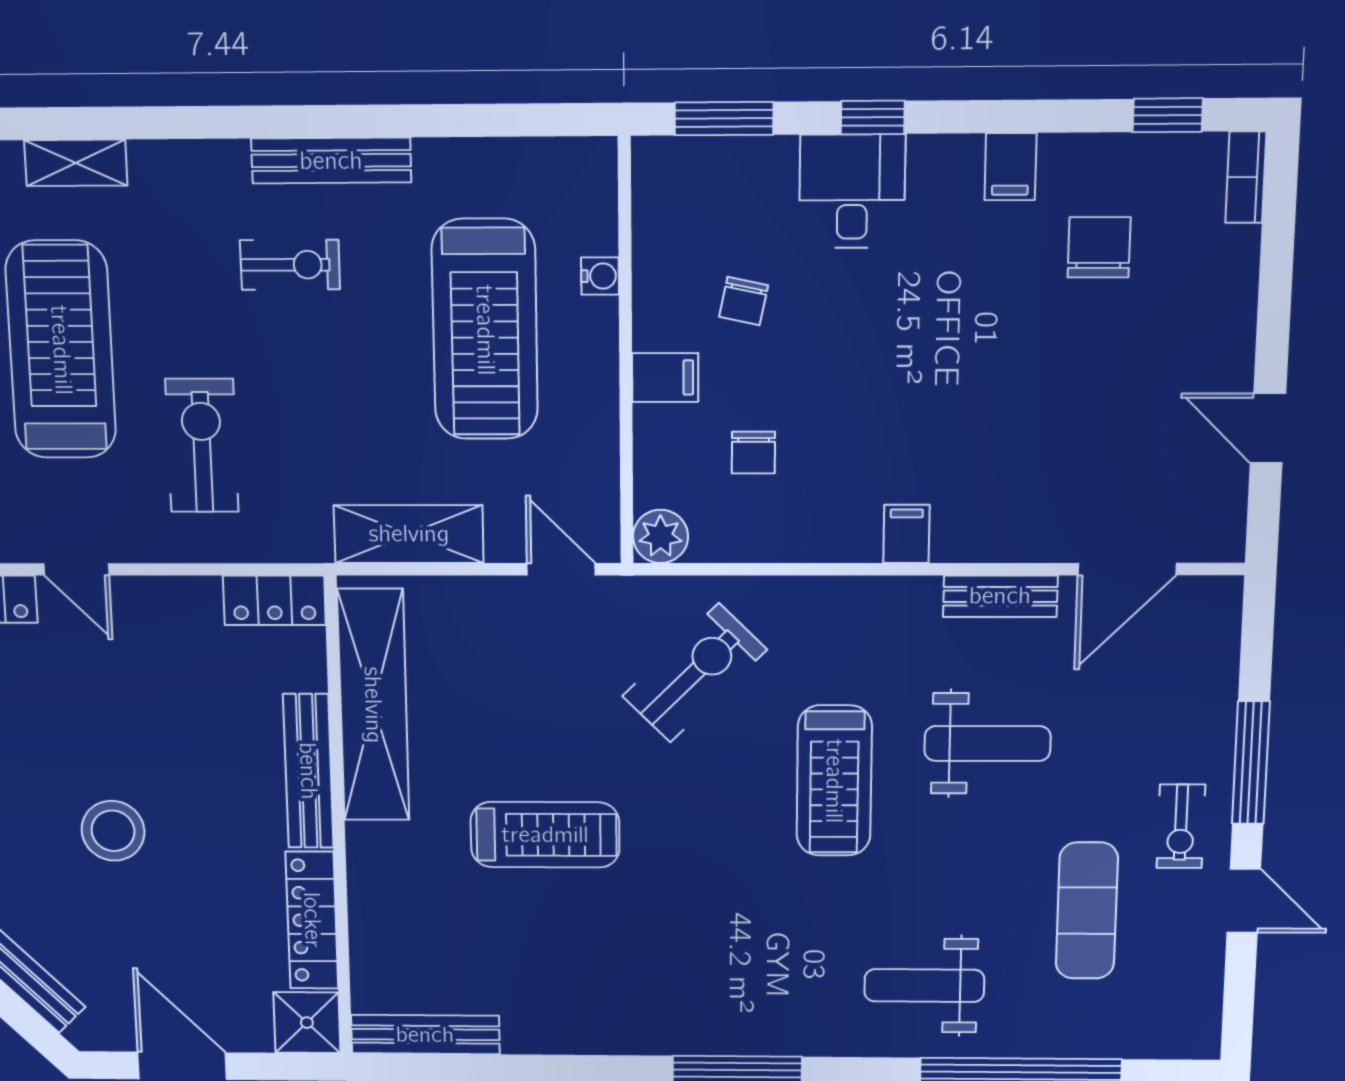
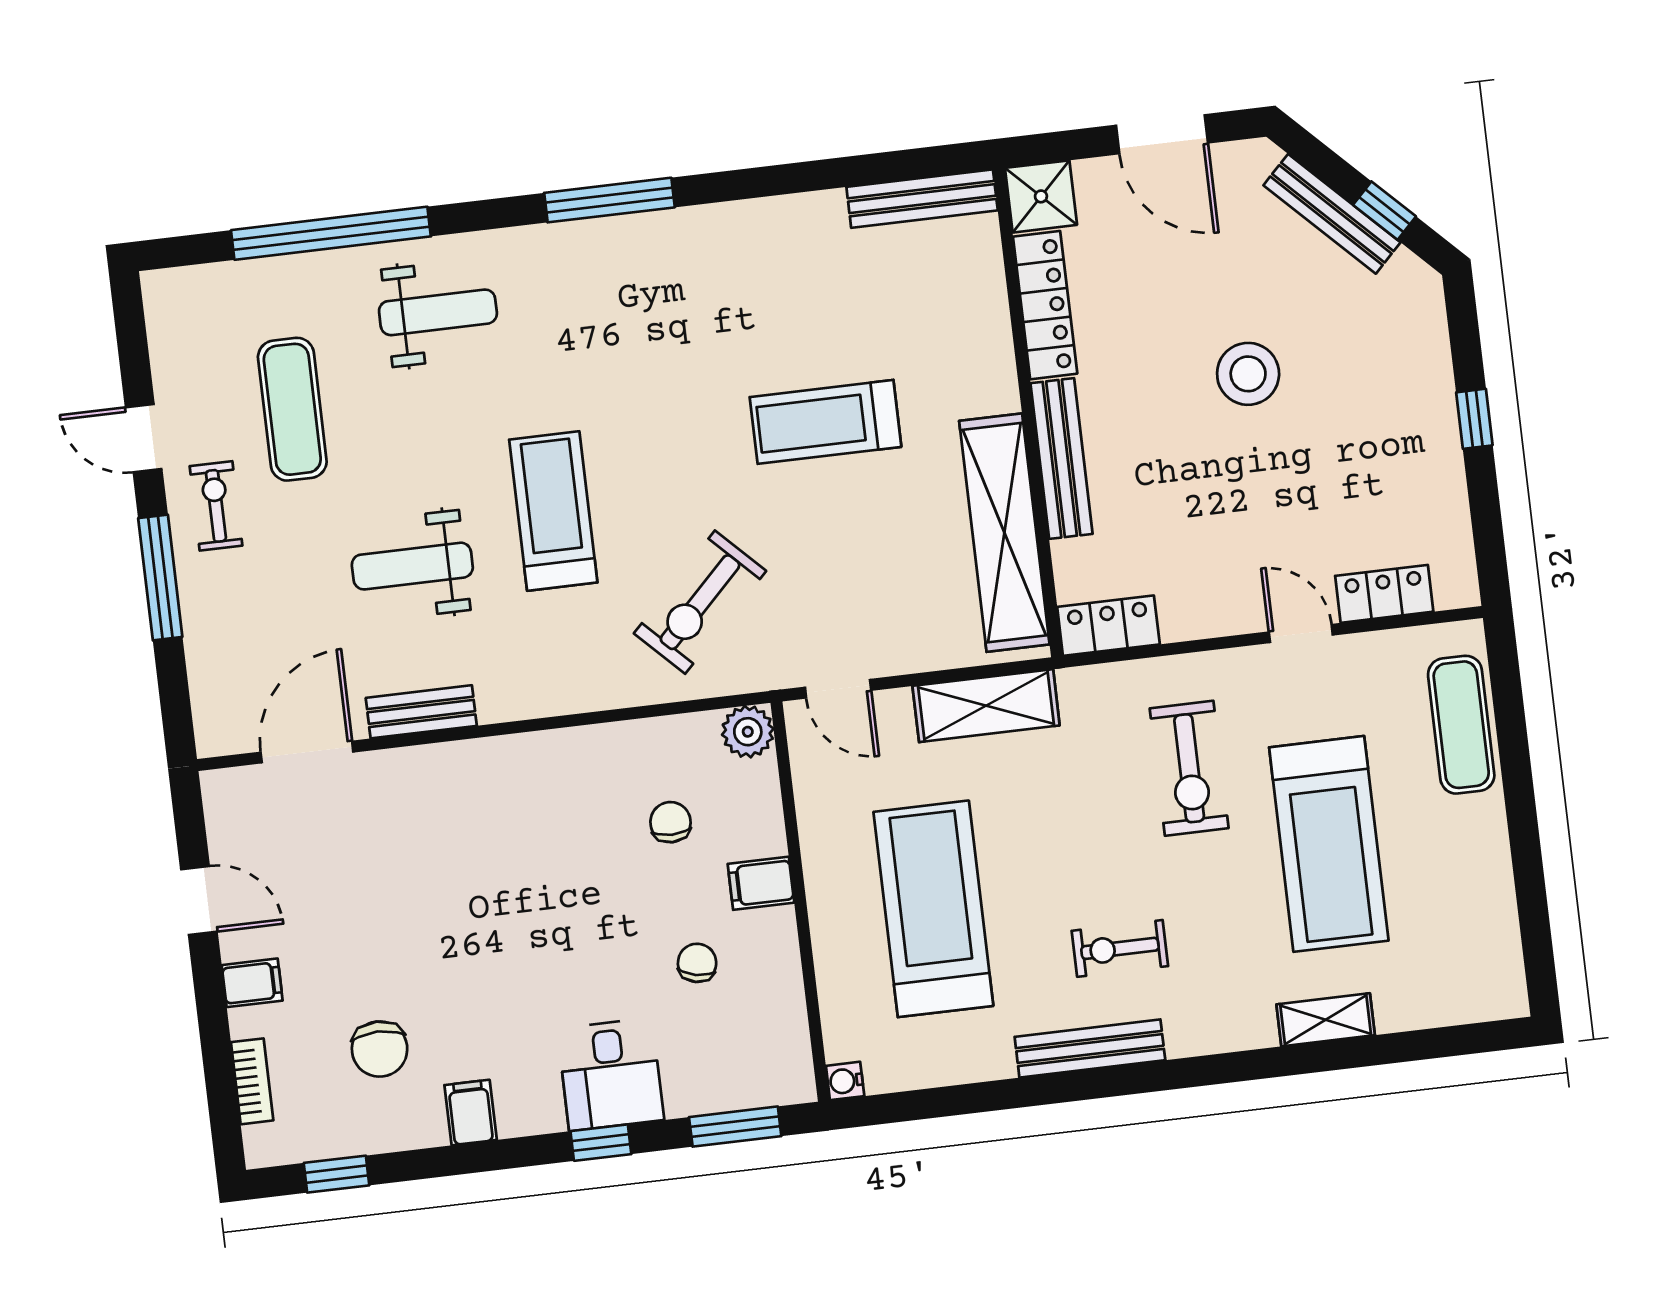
bookcase: (1246, 177) -> (252, 1081), moved
water cooler: (600, 276) -> (845, 1081), moved
filing cabinet: (906, 534) -> (252, 983), moved, turned -90

